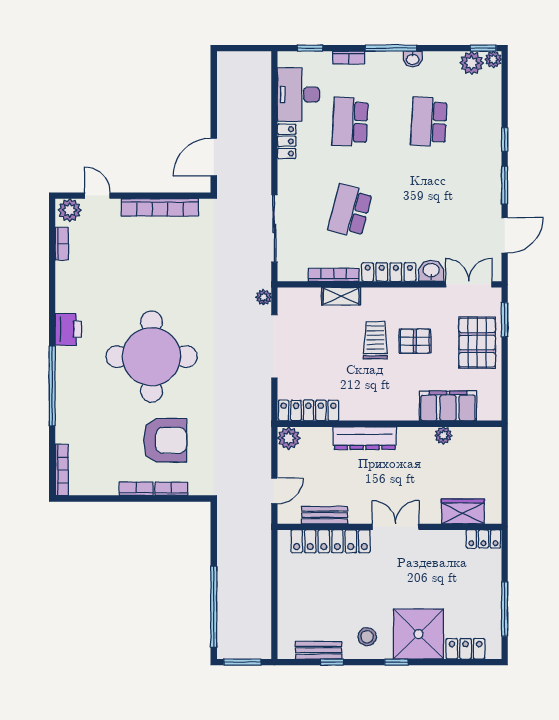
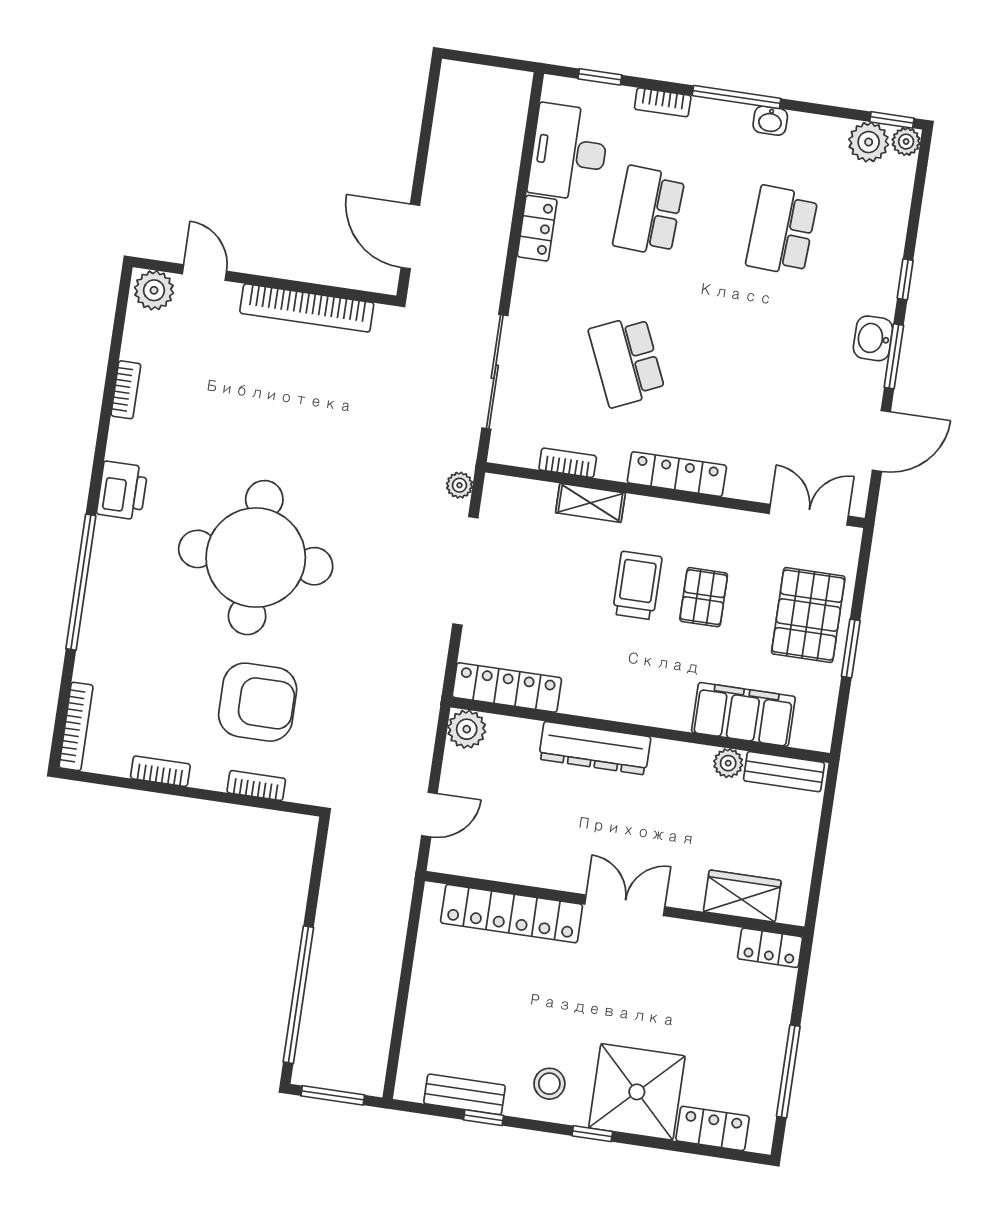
door: (214, 157) -> (410, 236), hinge flipped
school desk: (350, 211) -> (627, 361), turned -39
bookcase: (62, 244) -> (126, 390), moved
washbasin: (431, 271) -> (873, 338), moved, turned -90
bookcase: (334, 275) -> (568, 463), width x0.64
window: (505, 320) -> (851, 649), moved
pallet: (415, 341) -> (704, 597), turned 90
bookcase: (136, 489) -> (160, 771), moved
bench: (325, 515) -> (784, 772), moved

